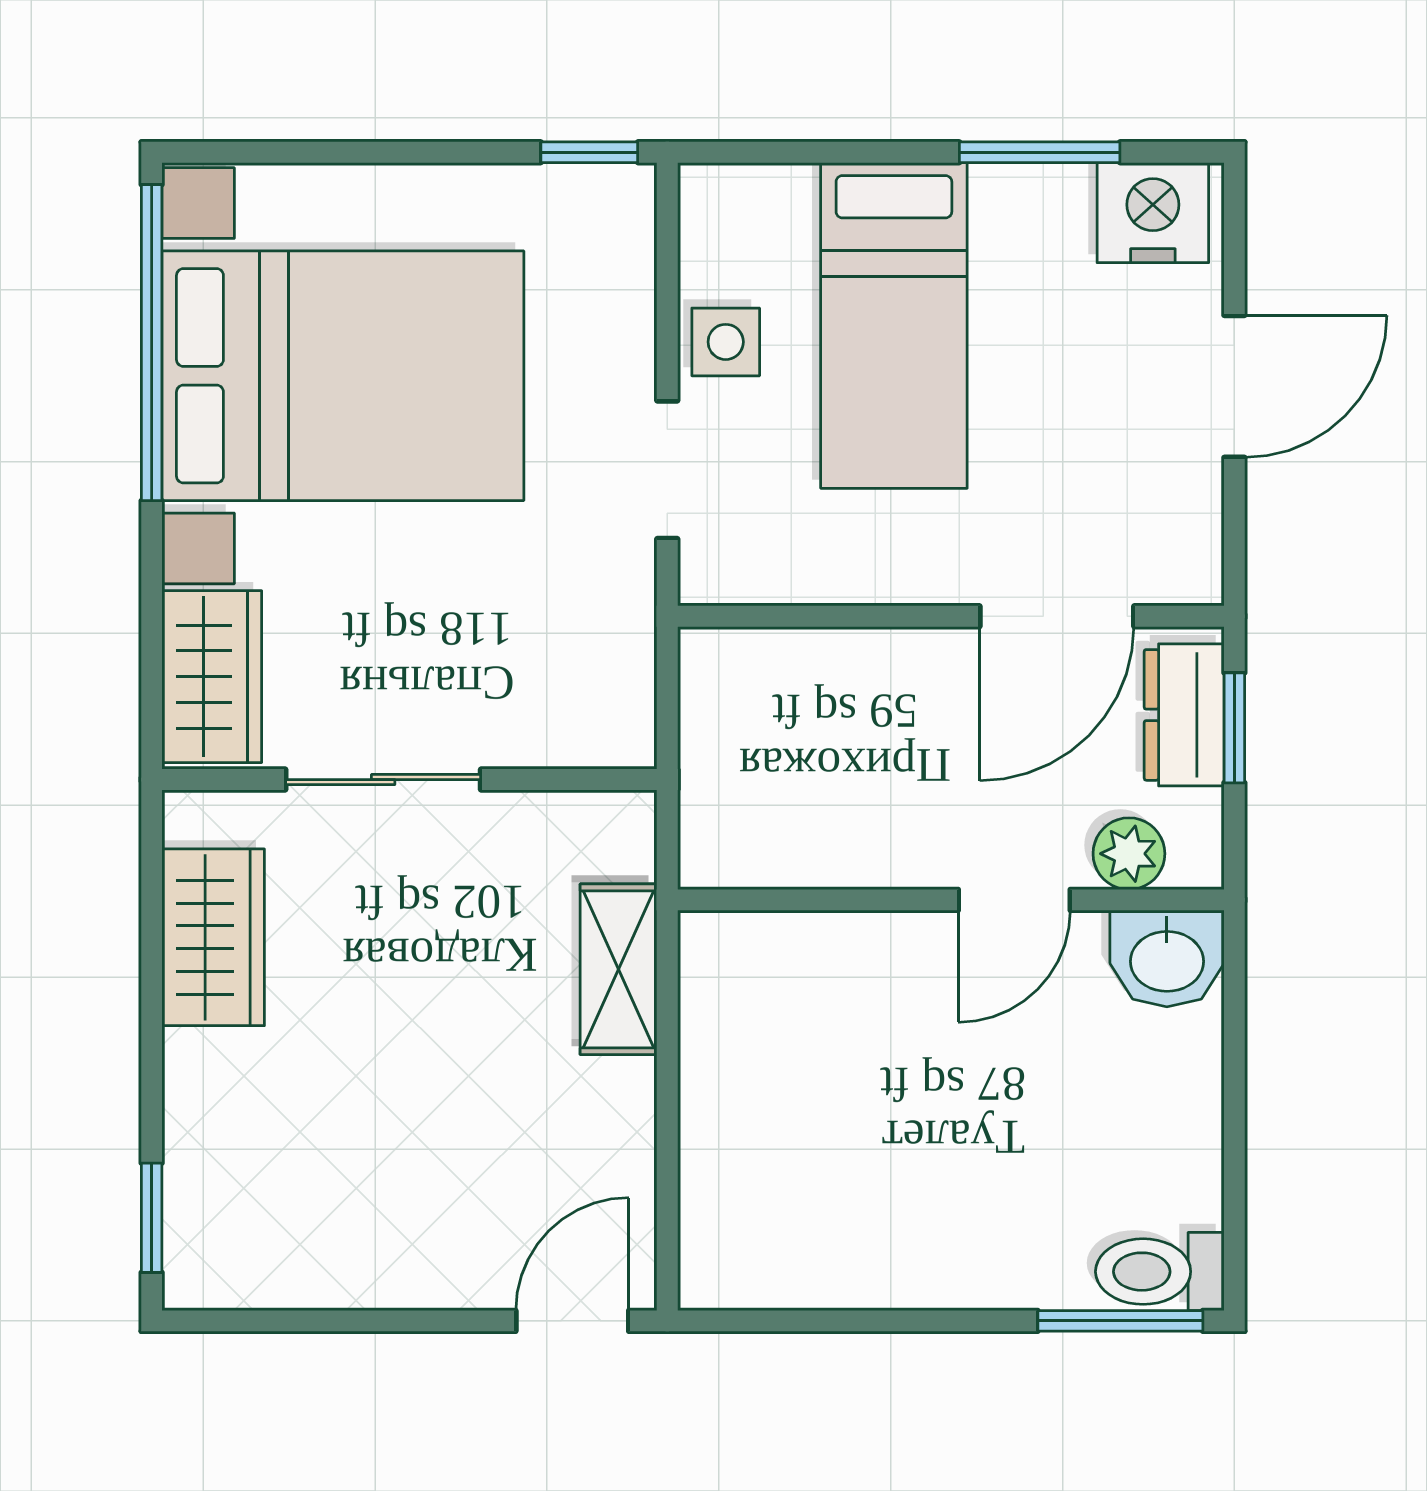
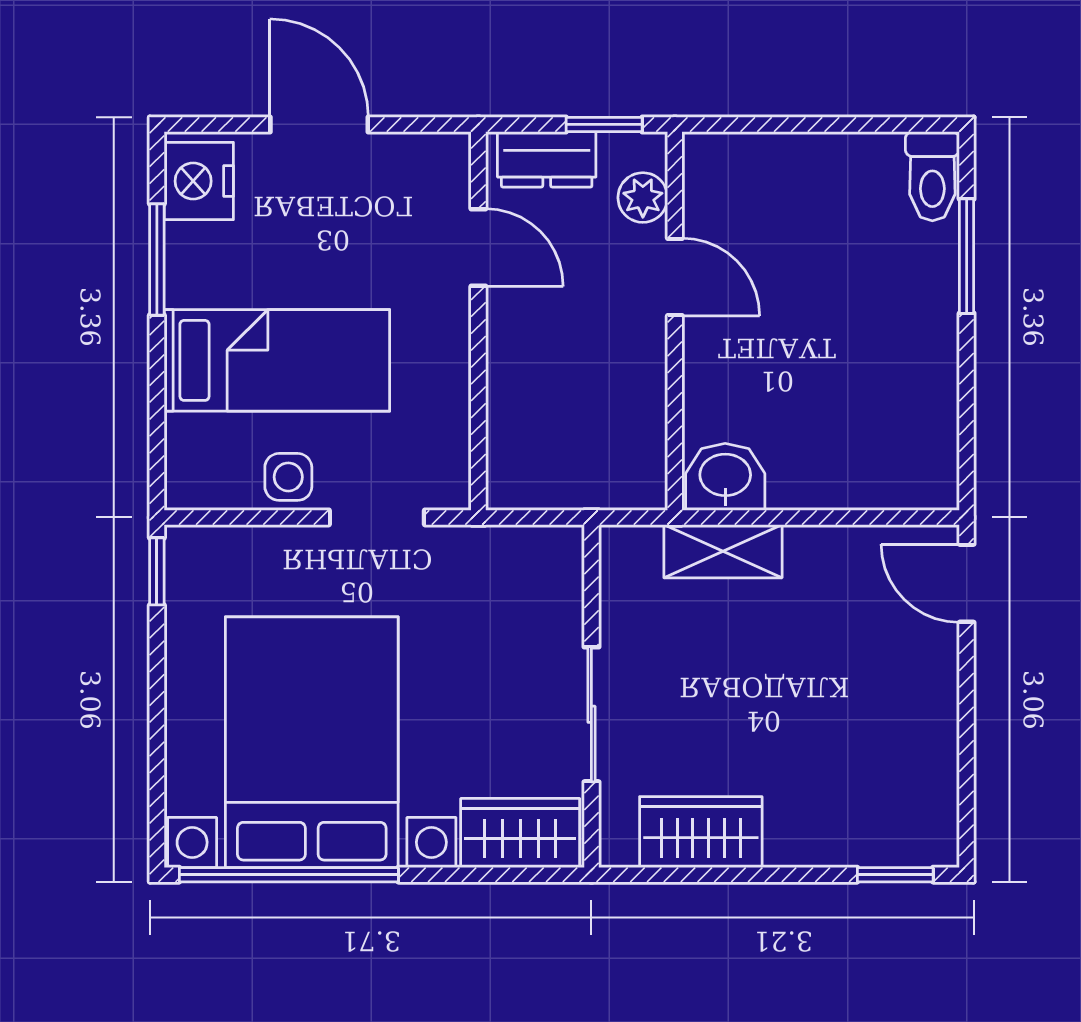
door: (1057, 616) -> (478, 248), width x0.73
window: (1234, 728) -> (604, 124), moved
washbasin: (1167, 958) -> (725, 477), moved, turned -90
window: (1120, 1321) -> (967, 256), moved

